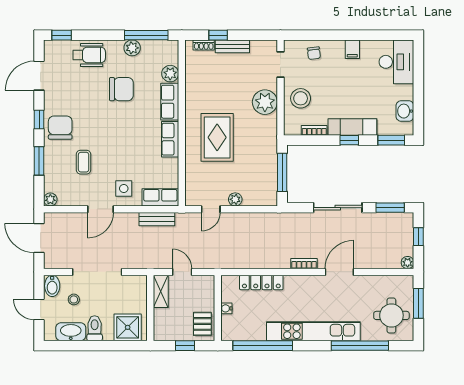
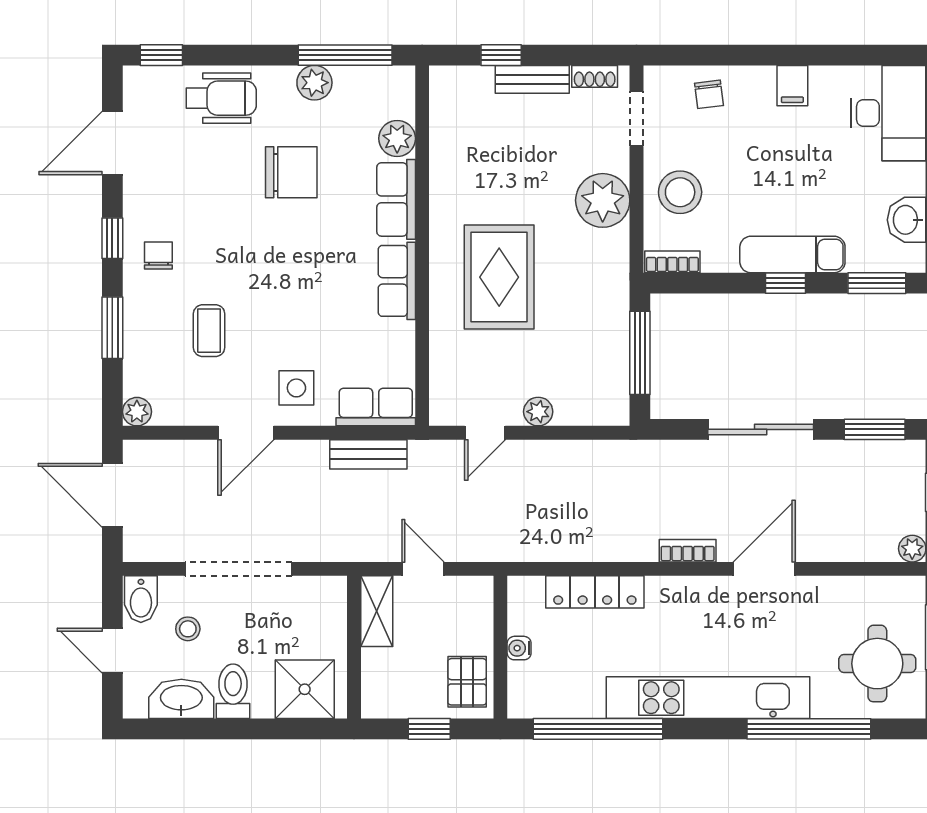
shoe rack: (204, 45) -> (595, 76), moved
chair: (60, 128) -> (158, 256), width x0.54, depth x0.54
bookcase: (314, 130) -> (672, 262), moved

